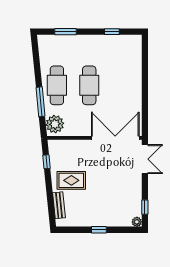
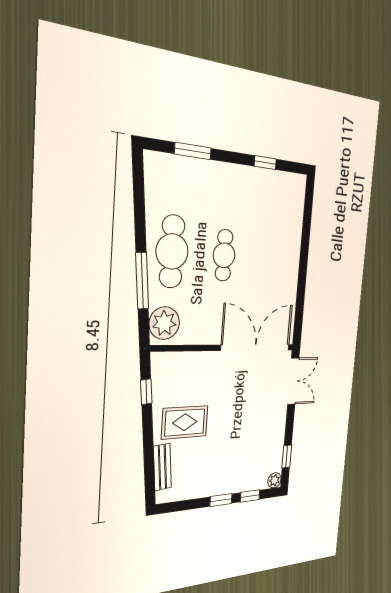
cafe table: (89, 85) -> (224, 255), width x0.73, depth x0.74
window: (119, 230) -> (250, 496), added

